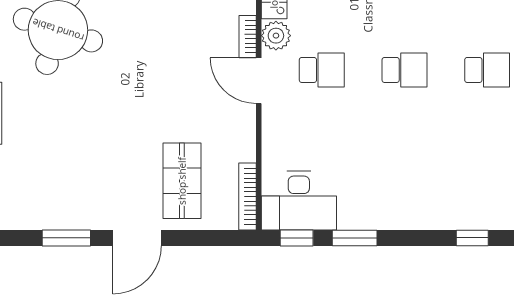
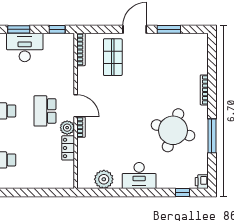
school desk: (322, 70) -> (45, 111), width x1.85
desk: (299, 201) -> (25, 47), moved
window: (355, 238) -> (19, 29), moved

